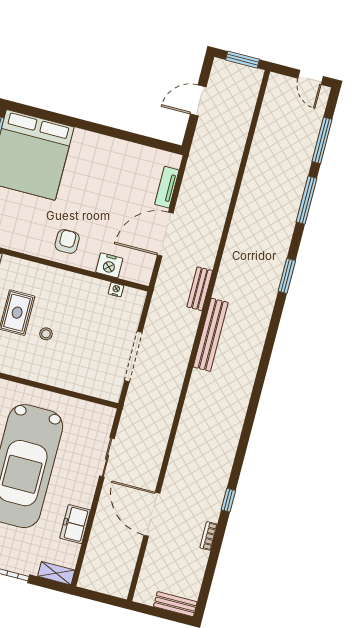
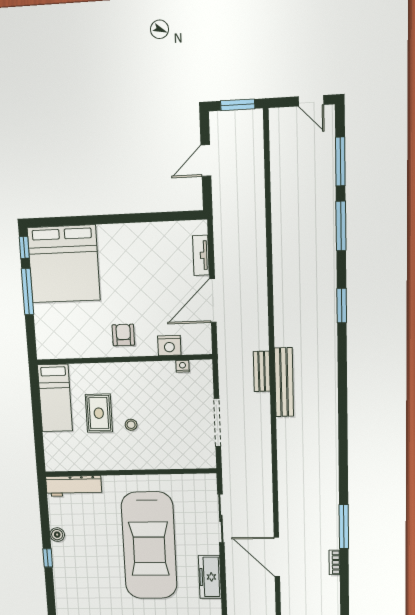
bench: (200, 289) -> (262, 371), moved
sliding door: (107, 457) -> (221, 518), width x1.37
window: (228, 500) -> (344, 527), width x2.17
freezer: (75, 524) -> (210, 577), width x1.40

